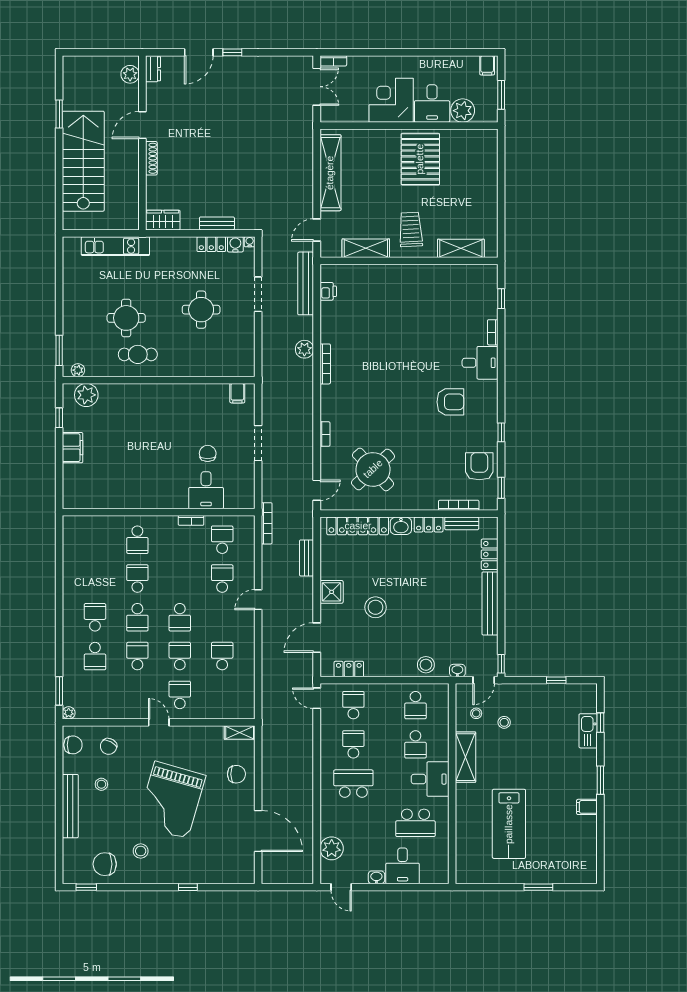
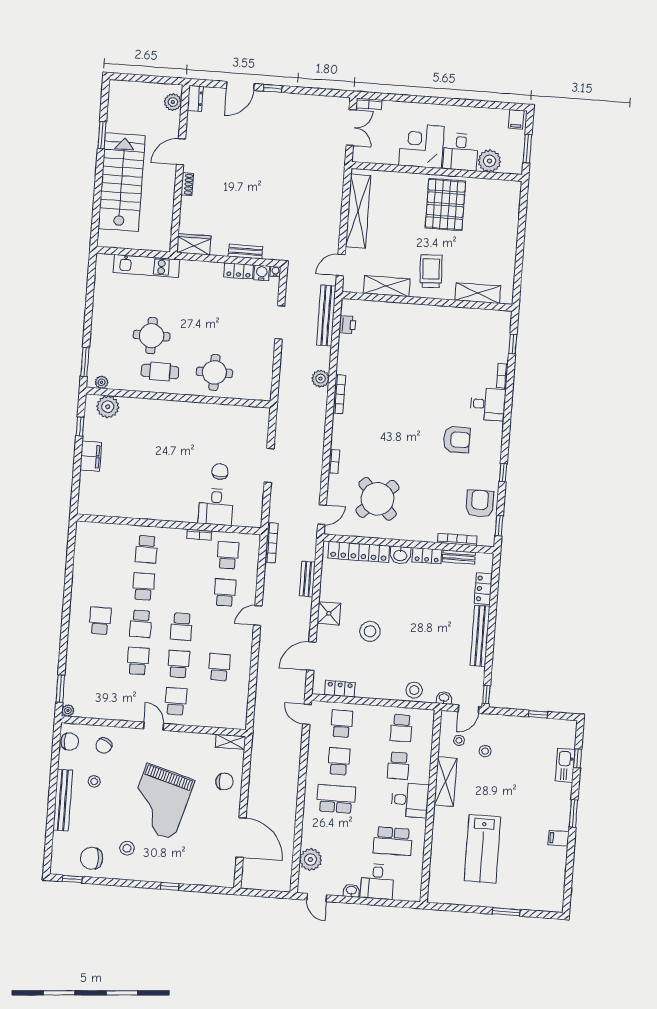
shoe rack: (151, 158) -> (187, 184), width x0.70
round table: (201, 310) -> (214, 372), moved
filing cabinet: (237, 393) -> (253, 416), removed
school desk: (95, 656) -> (97, 658), removed

